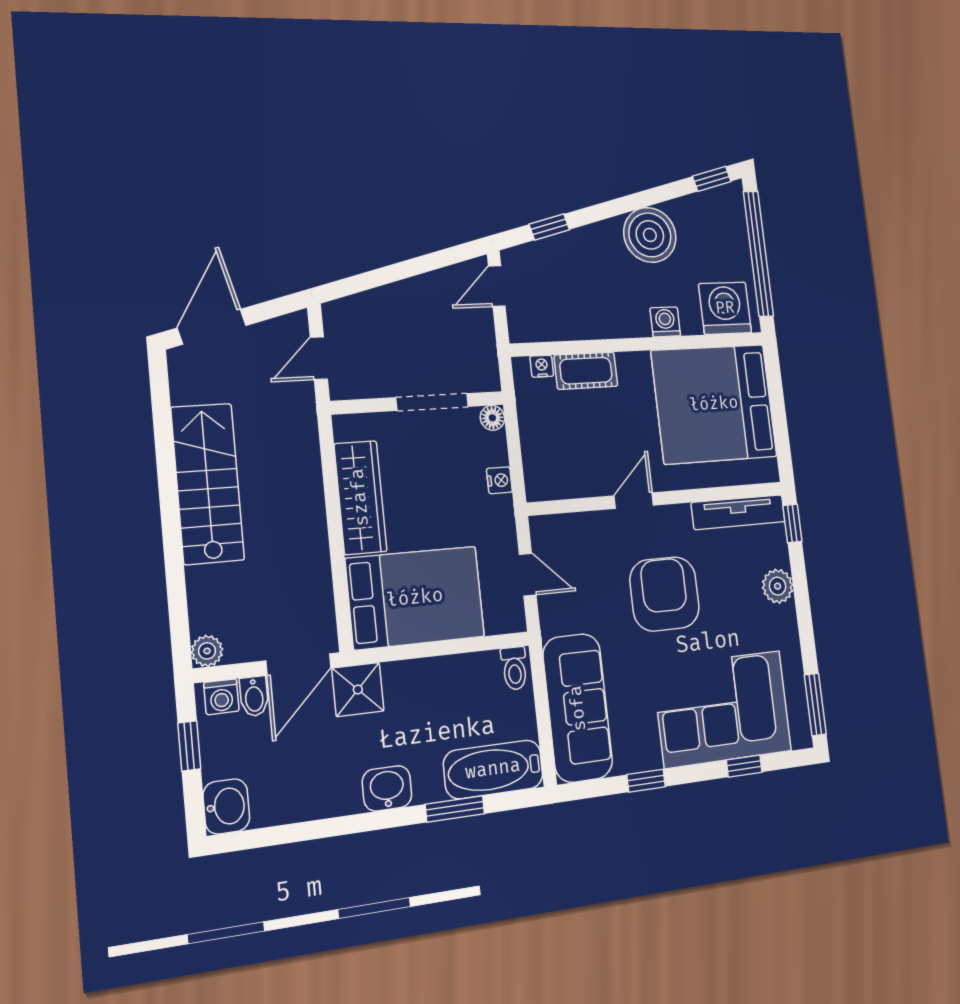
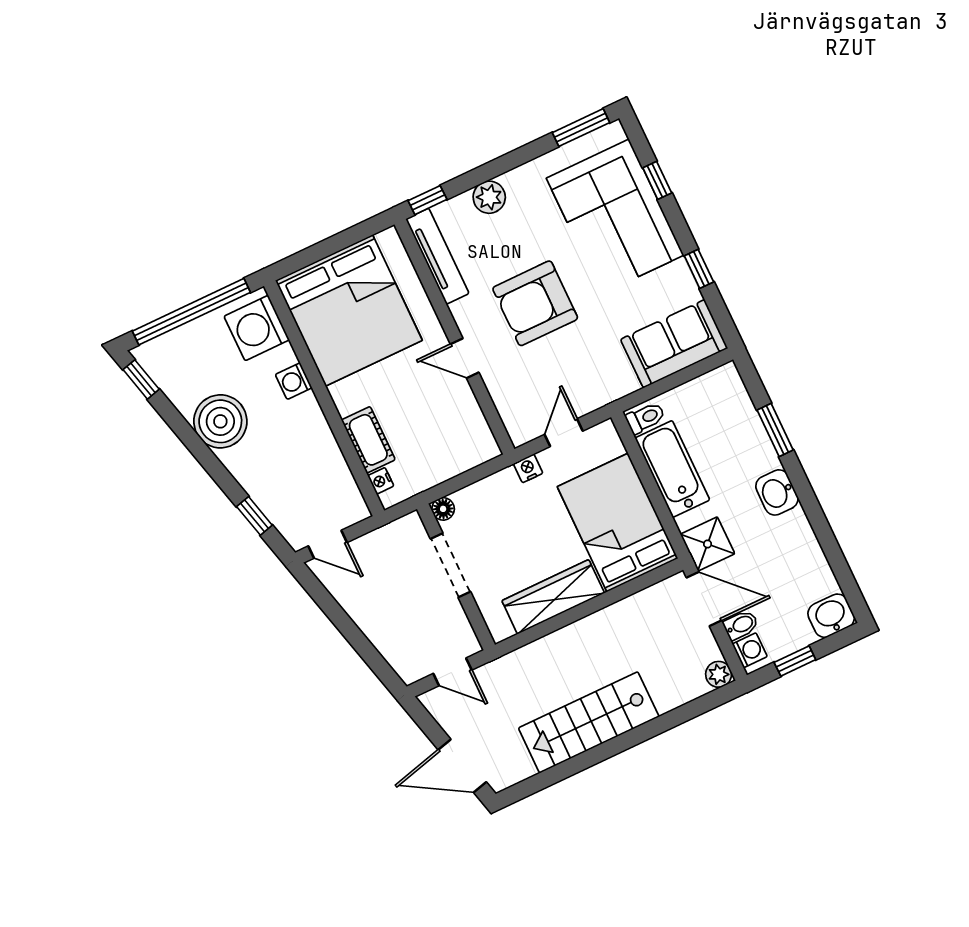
nightstand: (499, 480) -> (528, 468), moved
sofa: (578, 708) -> (674, 344), width x0.73
bathtub: (493, 769) -> (672, 469), moved, turned 180

